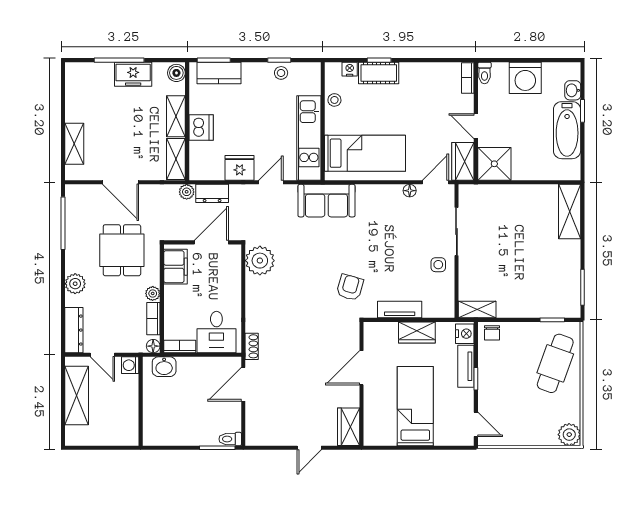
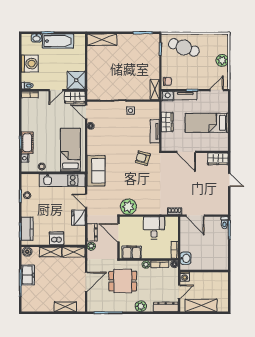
desk: (216, 332) -> (154, 228), moved, turned -90
plant: (569, 435) -> (222, 60), moved

